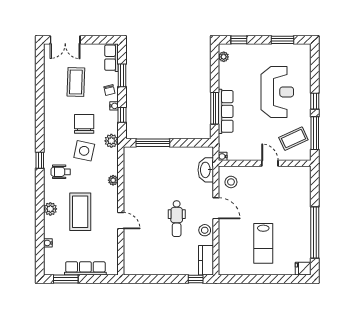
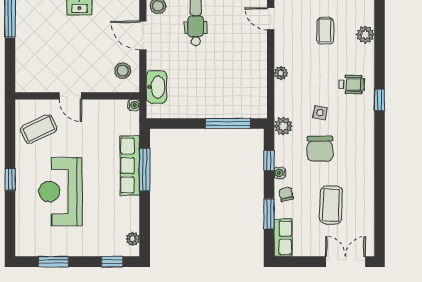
window: (315, 133) -> (10, 136), removed
side table: (84, 151) -> (320, 113), width x0.54, depth x0.54
coffee table: (80, 212) -> (325, 31), width x0.54, depth x0.58

